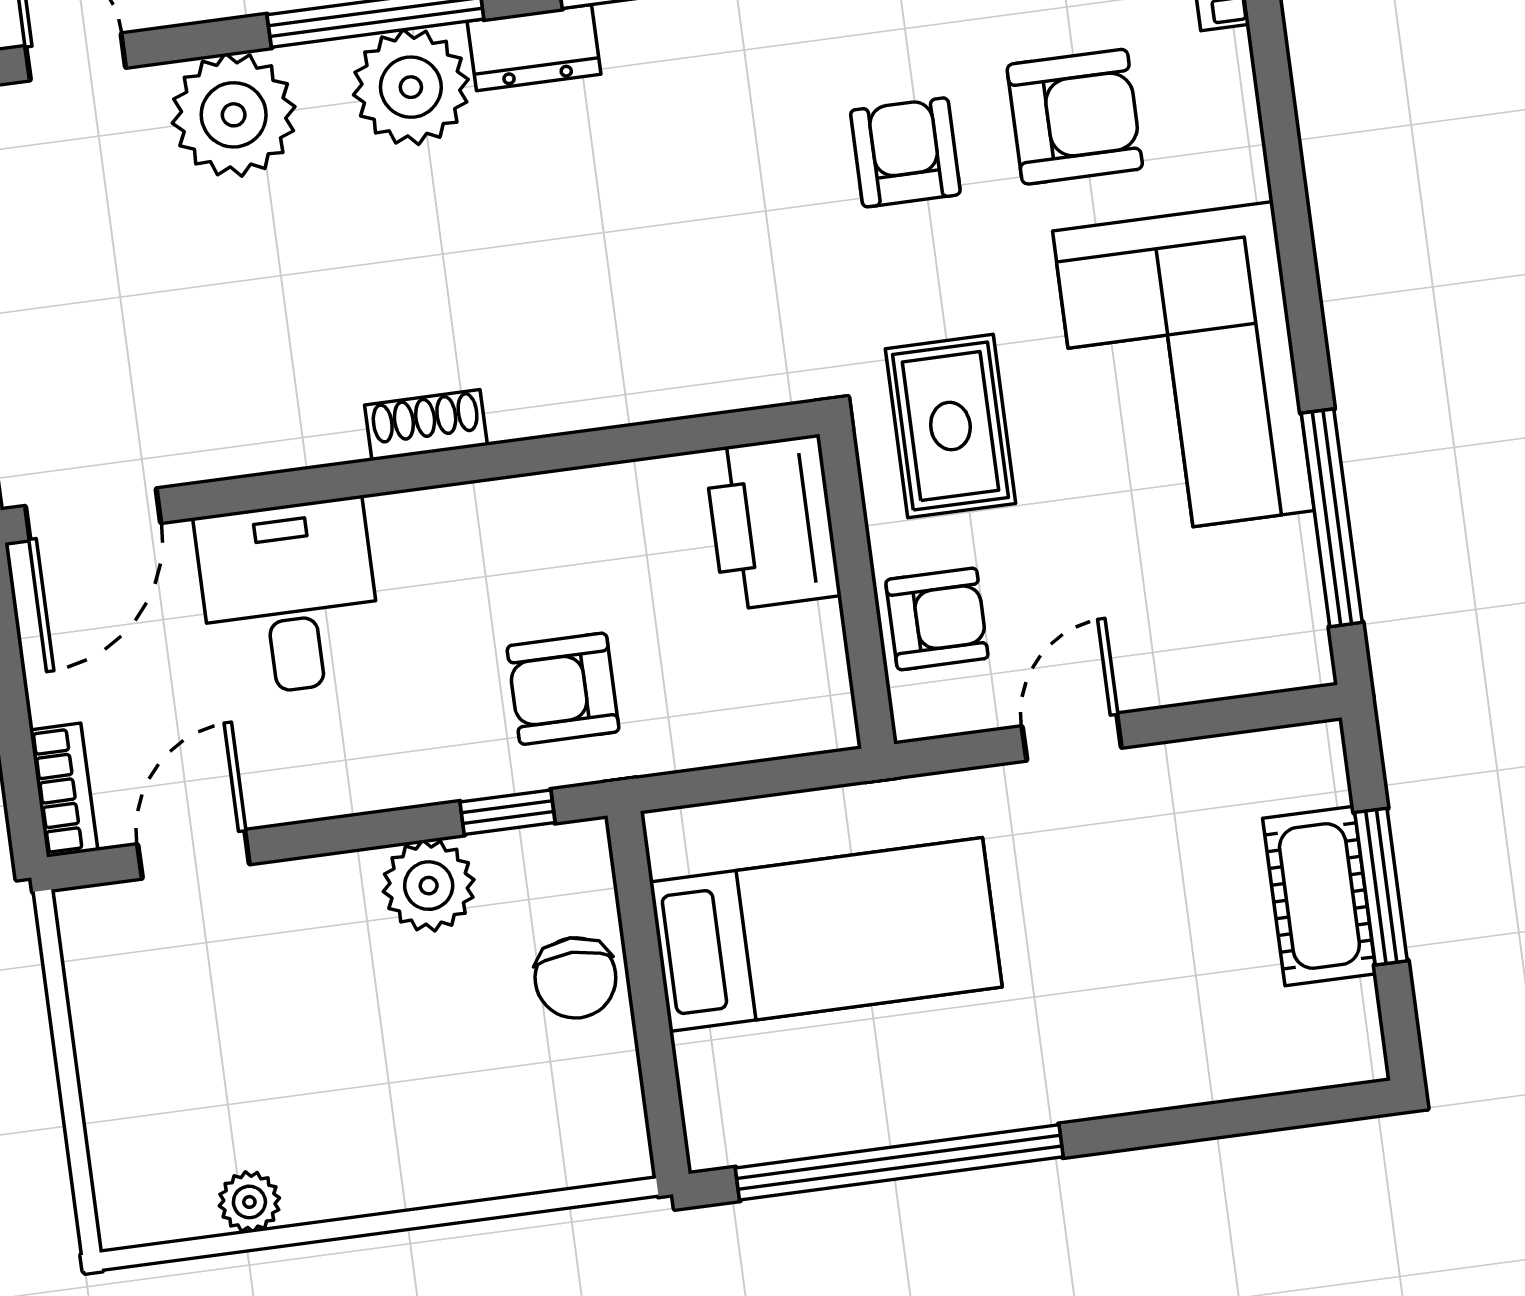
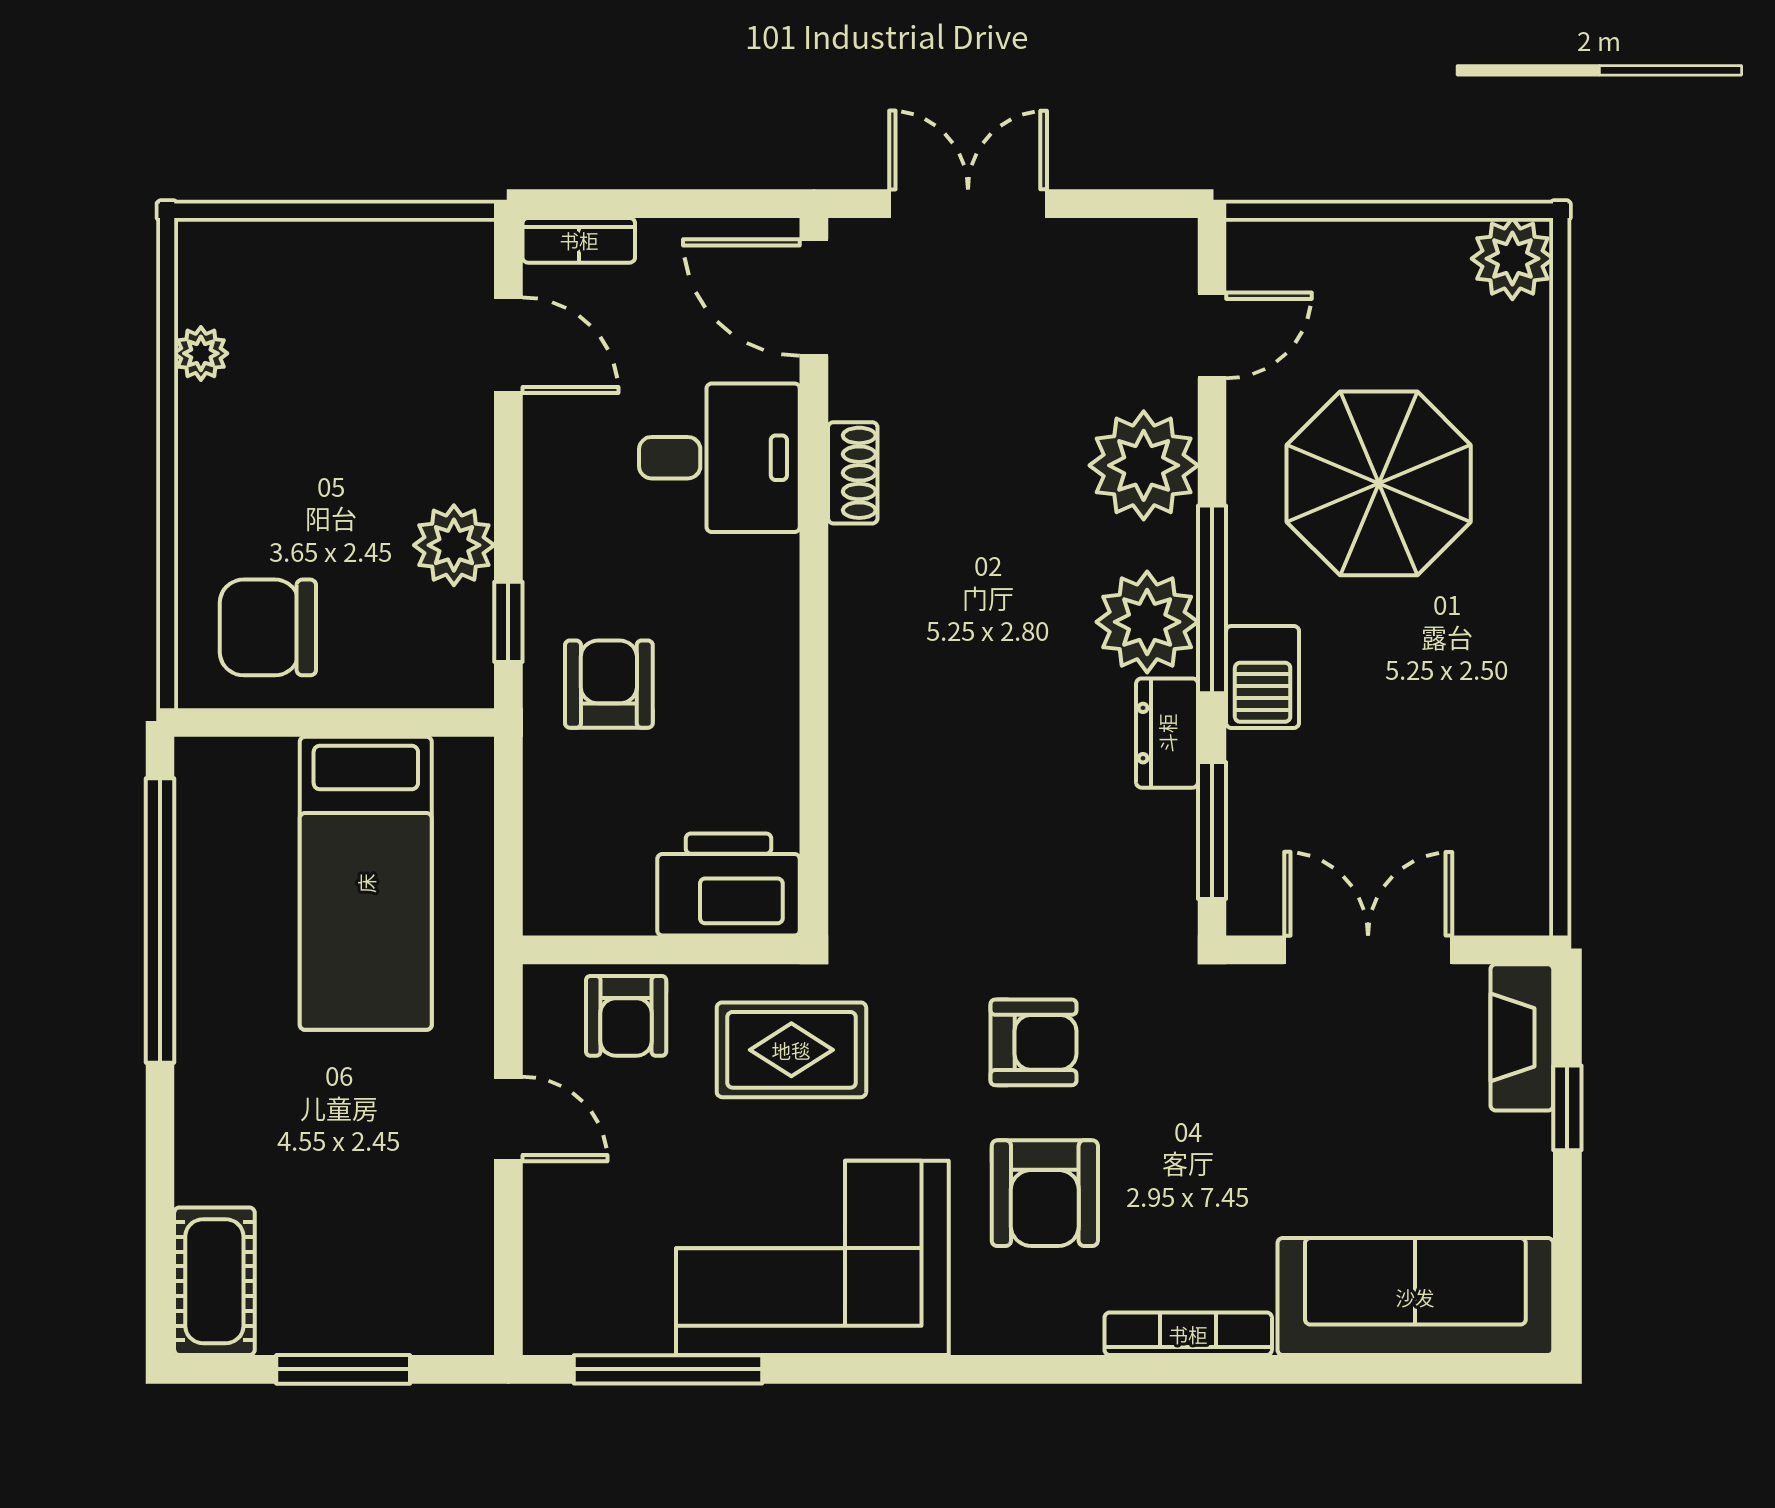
shoe rack: (426, 425) -> (853, 473), moved
cot: (1319, 896) -> (214, 1281), moved, turned 90
chair: (575, 978) -> (268, 627), moved, width x1.37, depth x1.37

